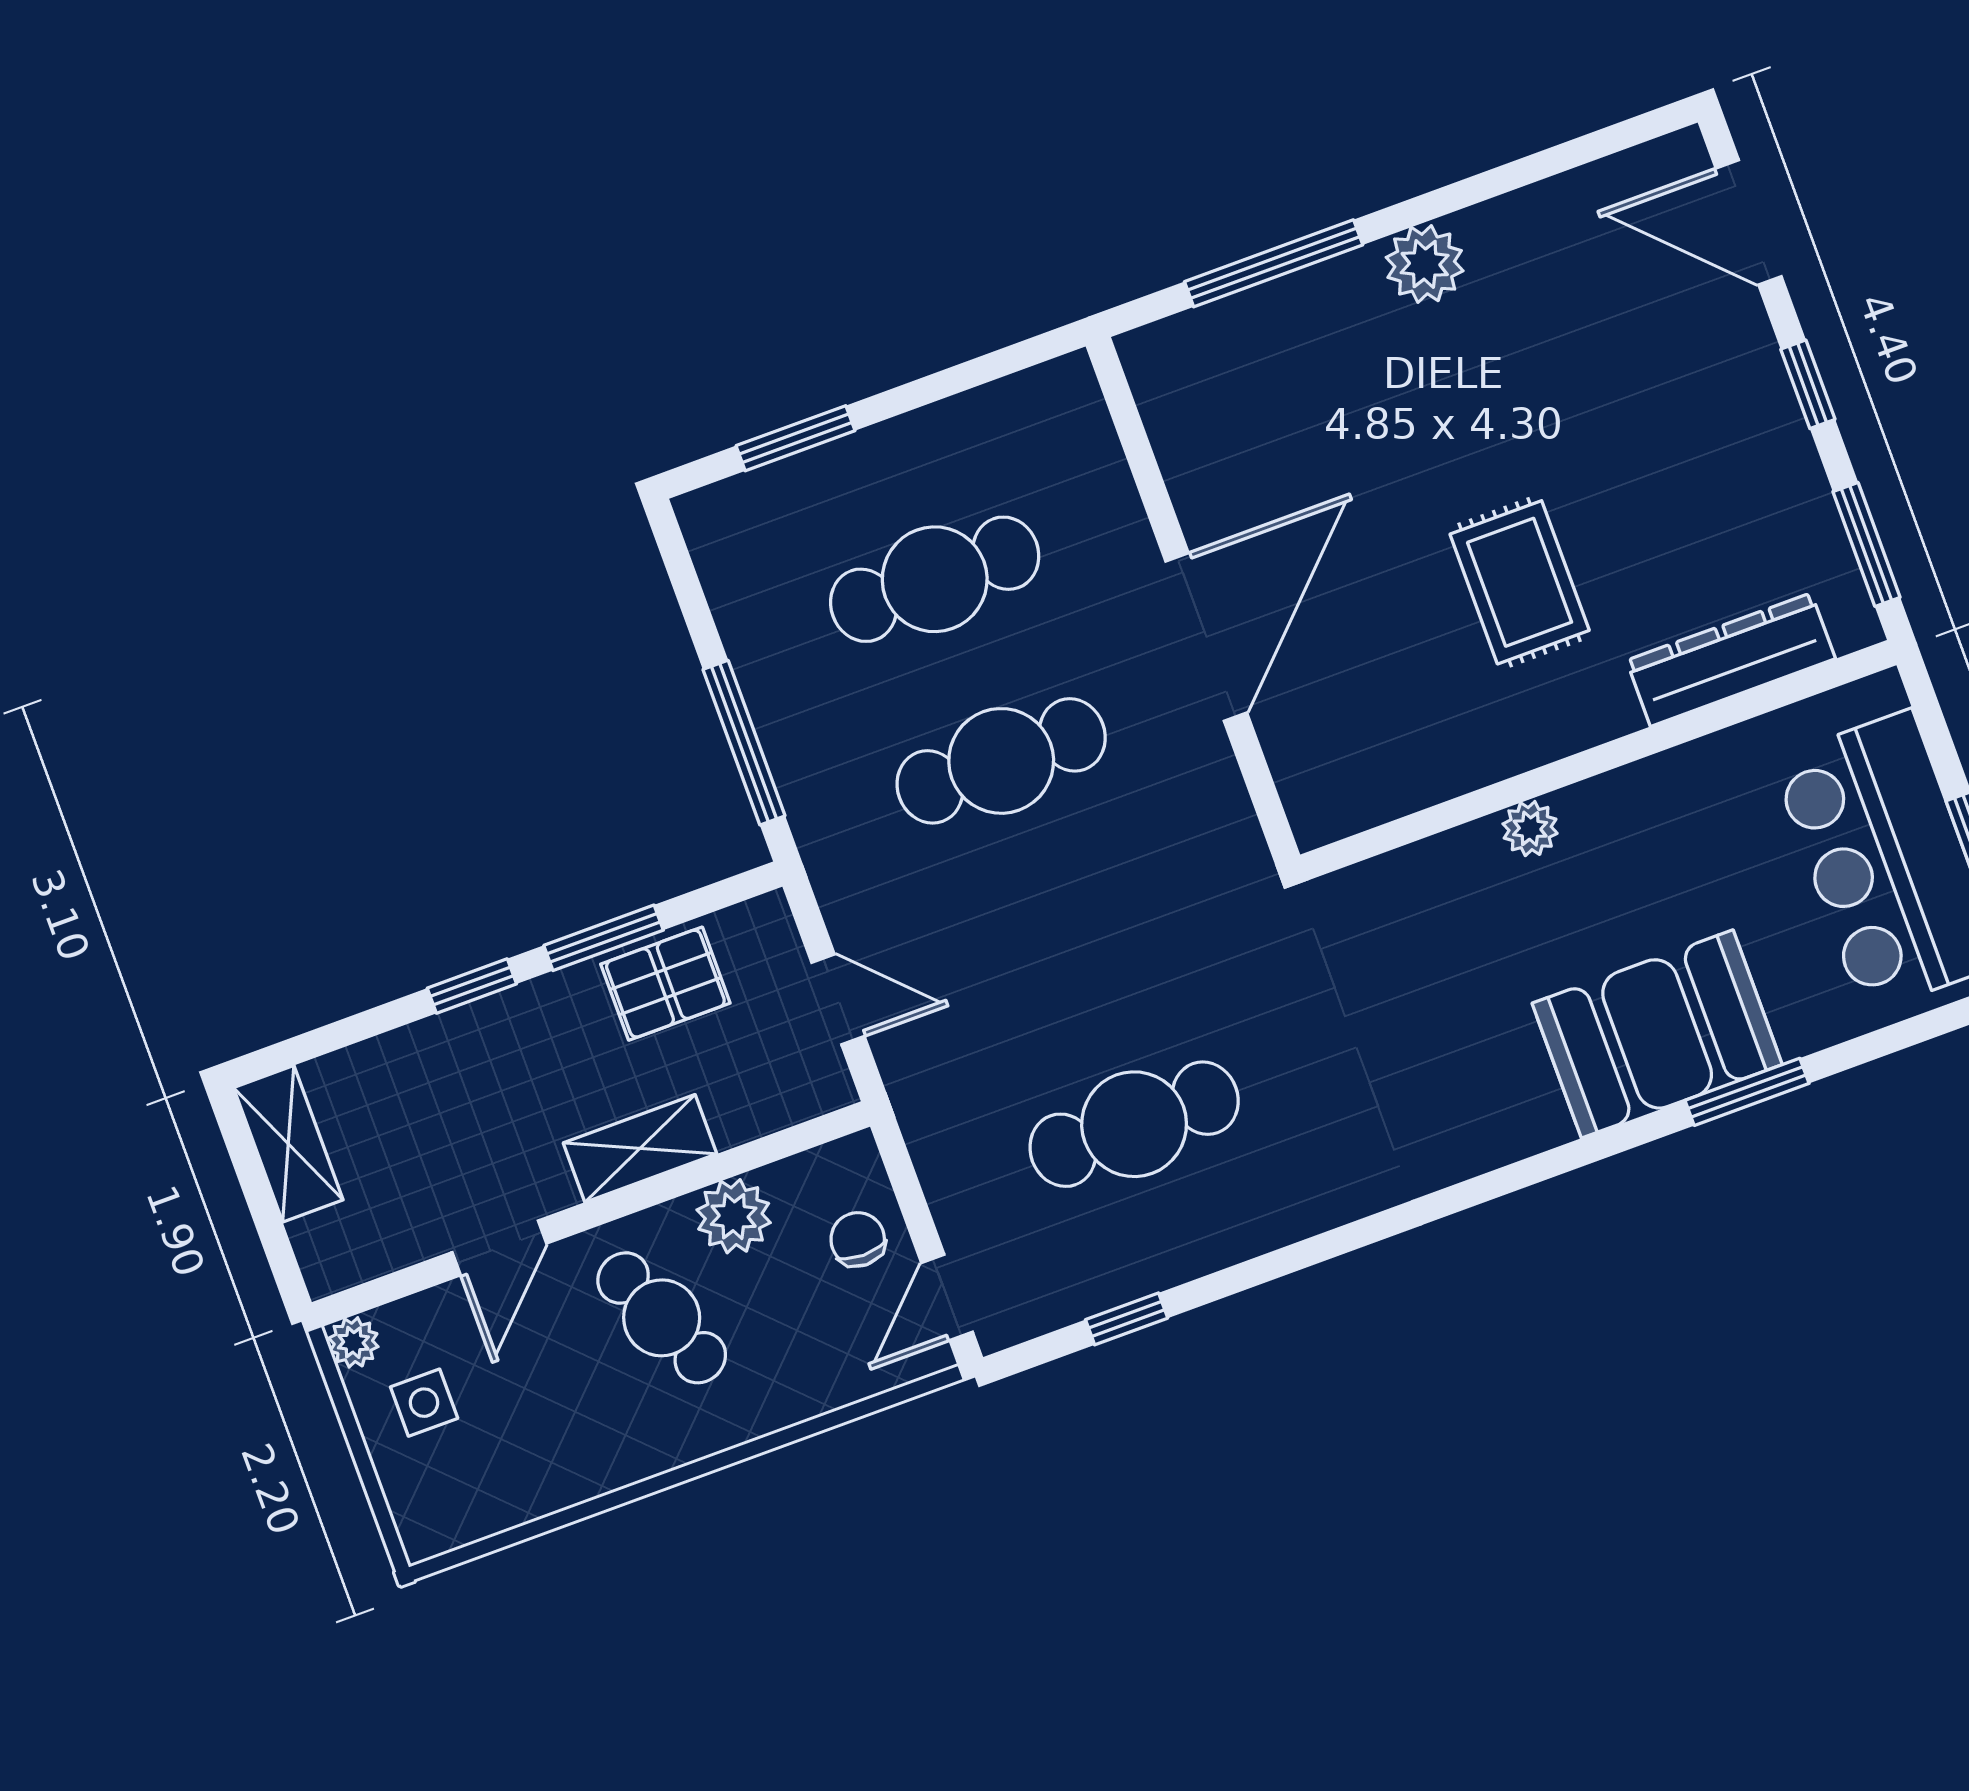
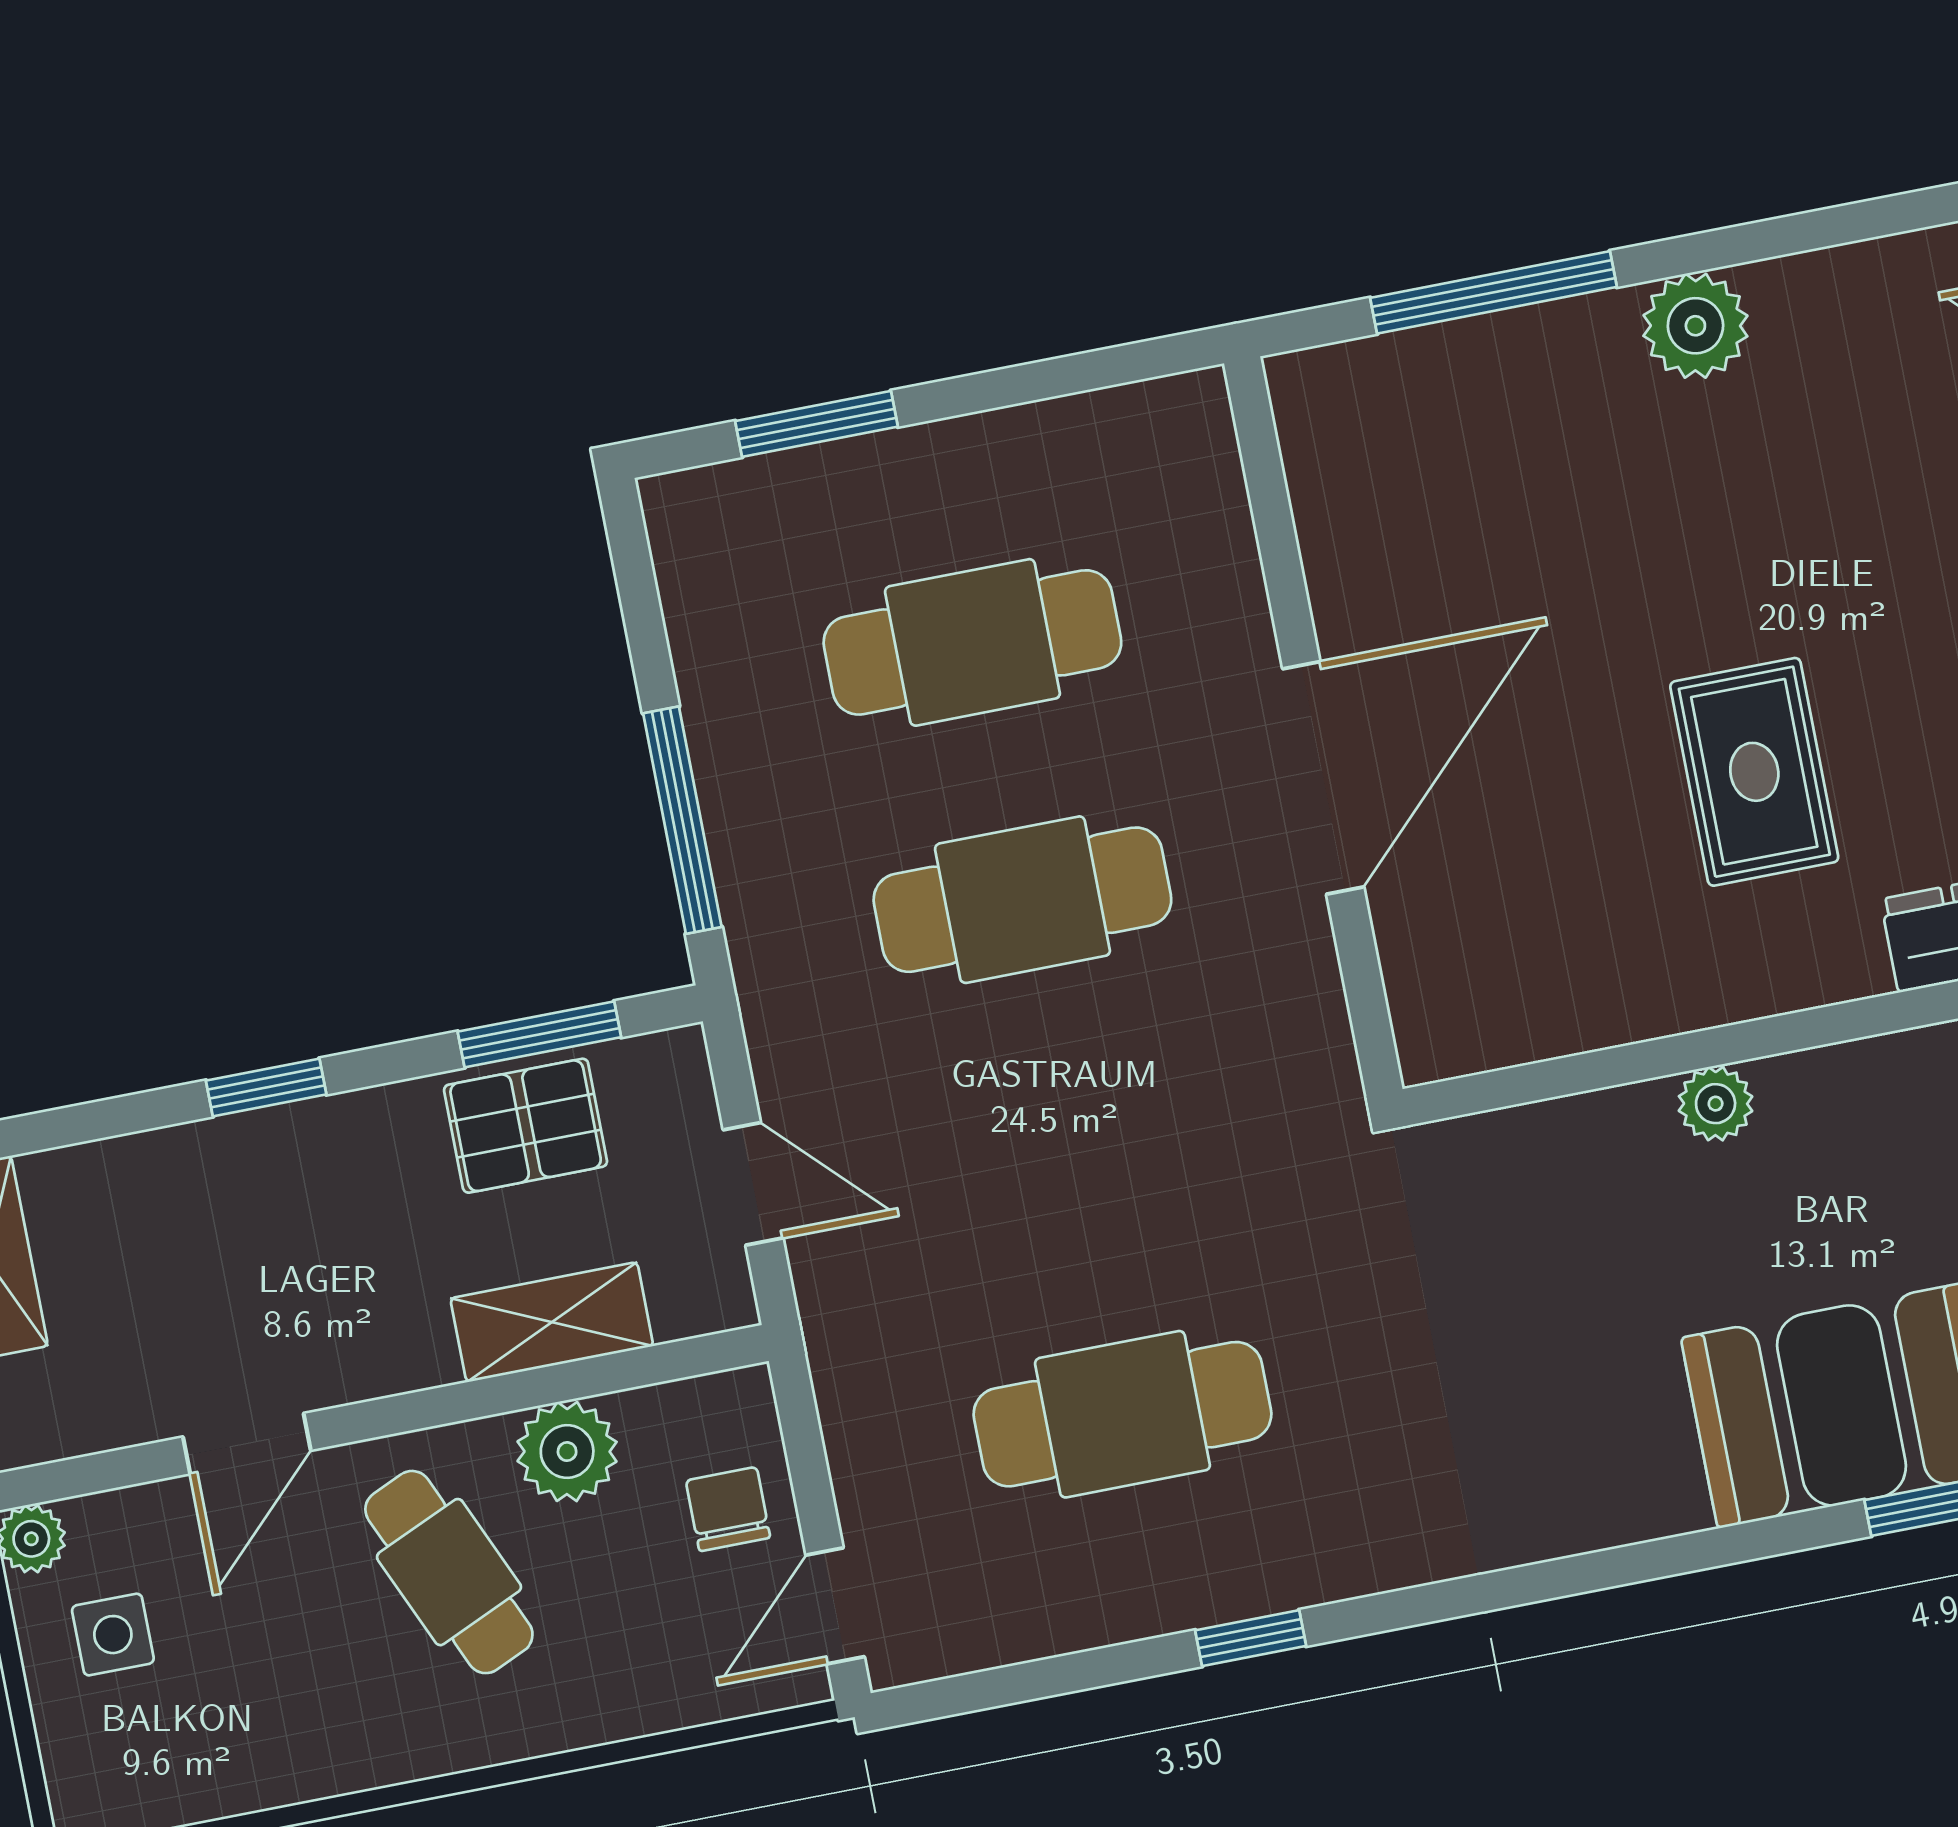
window: (604, 938) -> (539, 1034), moved
shelving: (640, 1148) -> (552, 1322), moved
window: (1127, 1319) -> (1251, 1638), moved

